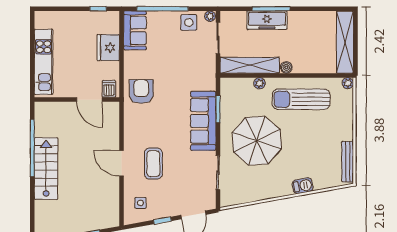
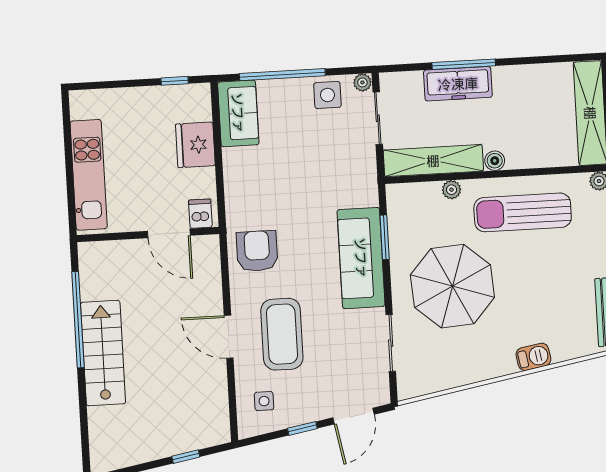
armchair: (141, 92) -> (257, 251), moved
coffee table: (153, 164) -> (282, 334), width x1.36, depth x1.32

